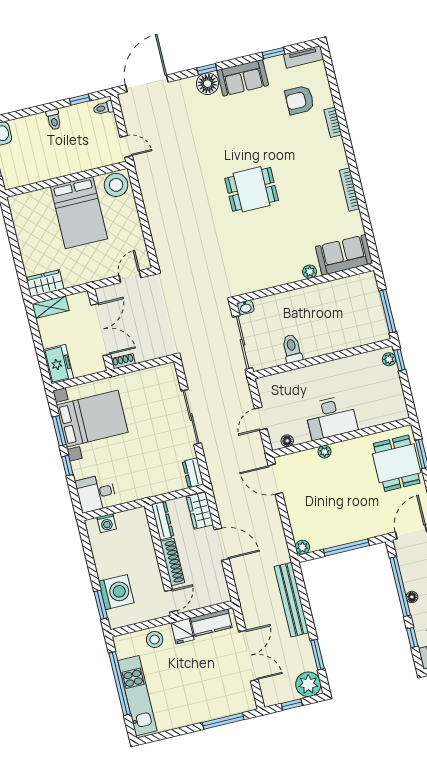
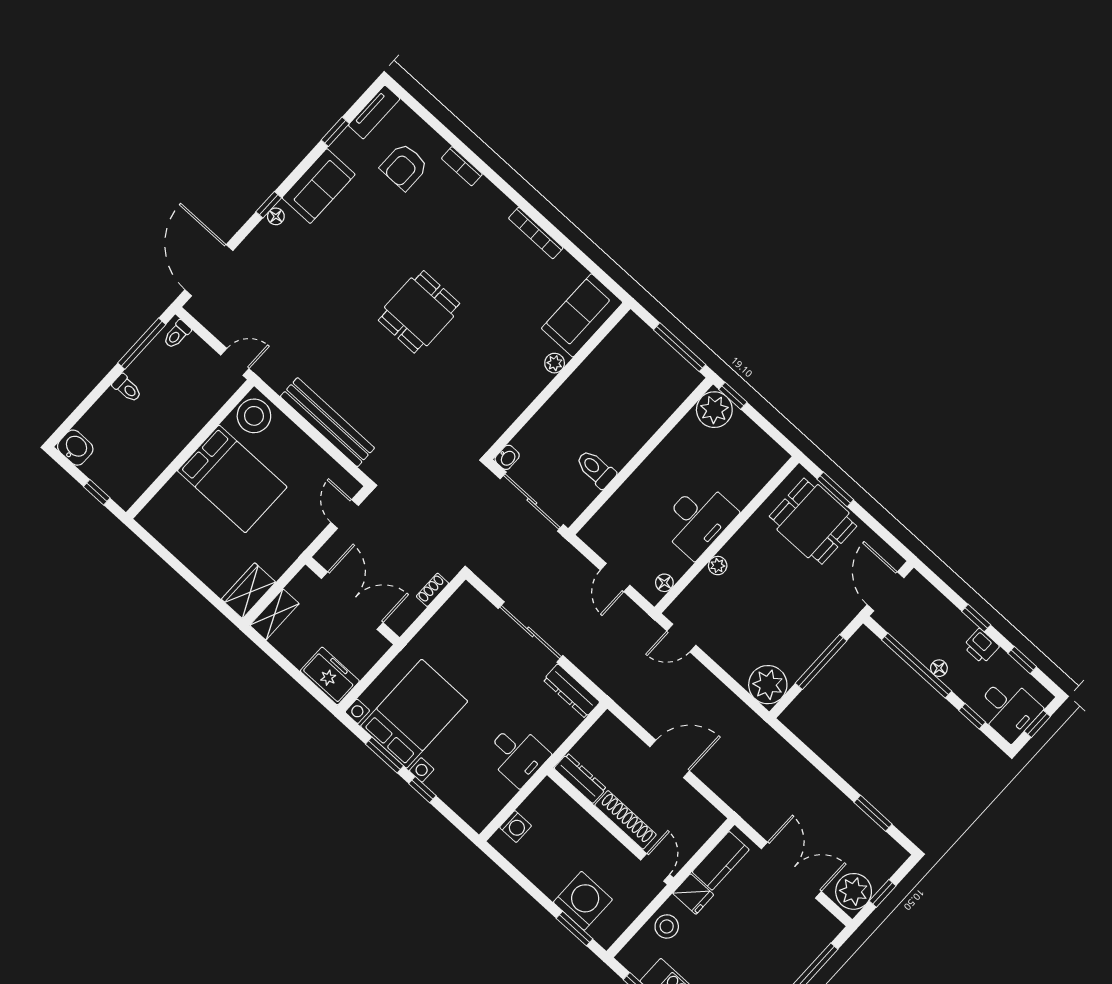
floor lamp: (208, 84) -> (276, 216), width x0.53, depth x0.53
window: (80, 100) -> (142, 344), width x2.17
plant: (389, 359) -> (714, 410), width x1.88, depth x1.88
shoe rack: (123, 361) -> (432, 590), moved
dresser: (193, 473) -> (571, 691), width x1.44
door: (275, 479) -> (681, 638), width x0.73
desk: (96, 493) -> (517, 755), moved, turned -90
wardrobe: (200, 511) -> (617, 736), removed
plant: (302, 547) -> (768, 685), width x1.87, depth x1.87
bench: (291, 600) -> (327, 422), moved
plant: (308, 684) -> (854, 891), moved

